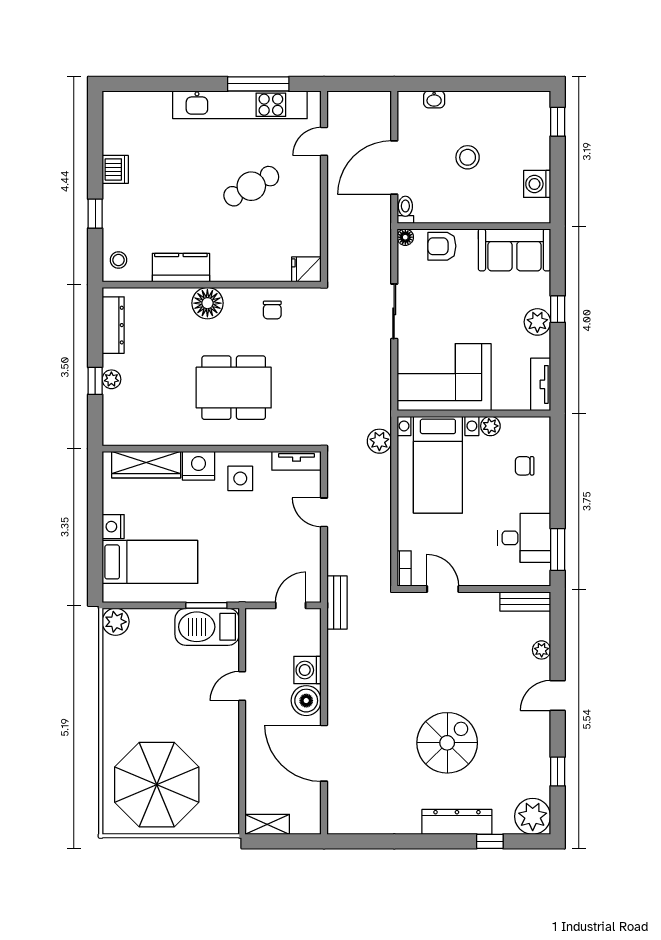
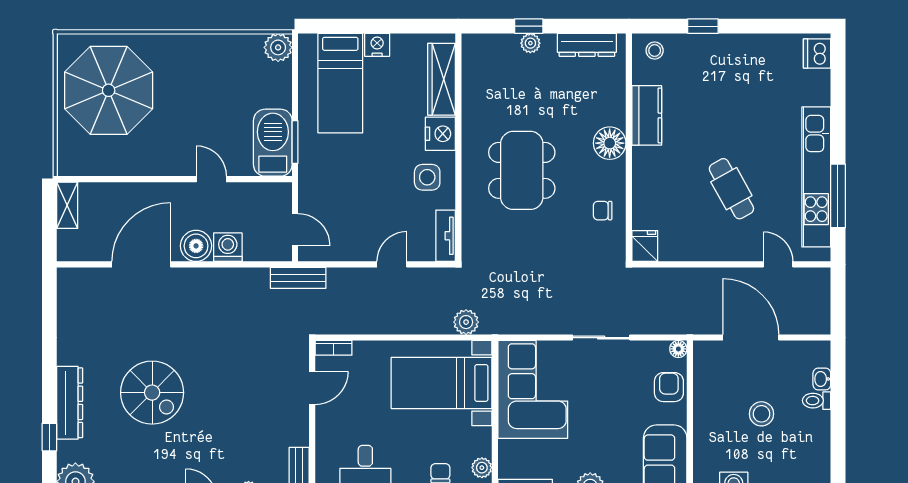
dishwasher: (115, 169) -> (817, 53), moved, turned 90
toilet: (405, 210) -> (817, 401), moved, turned 180
plant: (490, 426) -> (482, 468), moved

